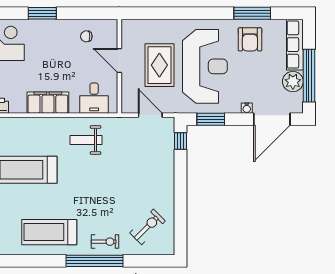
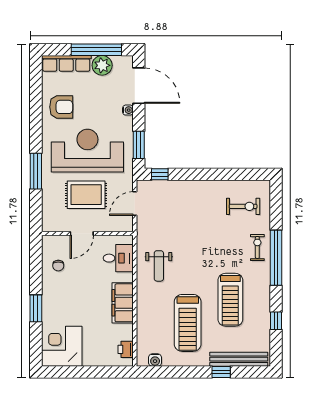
window: (252, 13) -> (36, 171), moved
exercise bike: (147, 227) -> (243, 206), turned 135
treadmill: (49, 232) -> (230, 300), moved
window: (30, 261) -> (276, 321), added

